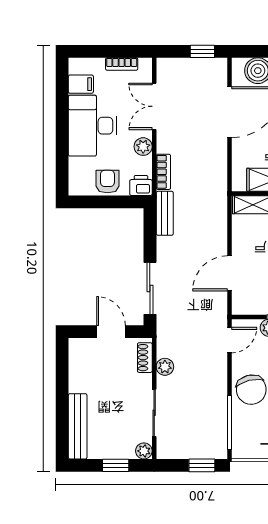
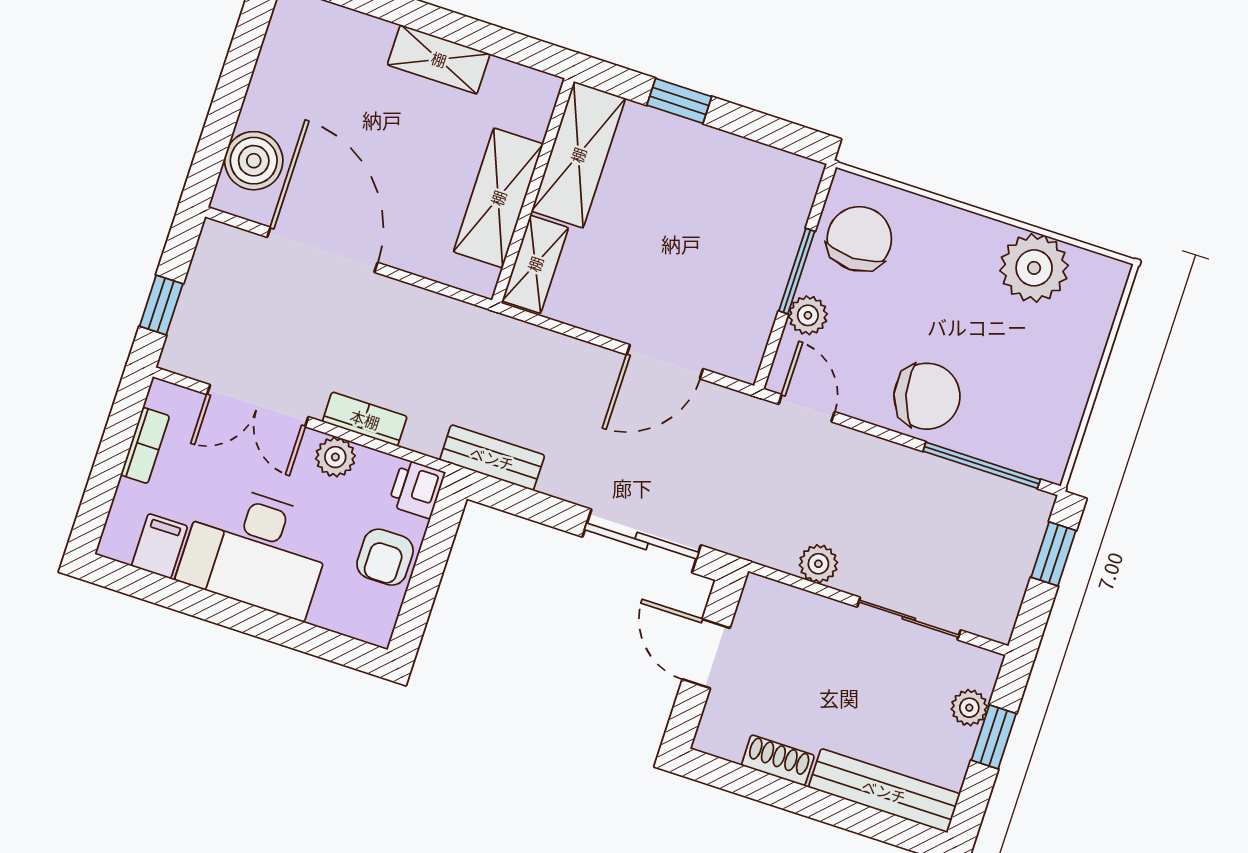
window: (202, 51) -> (161, 305), moved
bookcase: (163, 172) -> (365, 419), moved
armchair: (107, 182) -> (385, 557), turned -90
door: (229, 273) -> (665, 362), hinge flipped
door: (111, 332) -> (706, 654), hinge flipped
shoe rack: (145, 358) -> (778, 760), moved, turned 180
plant: (144, 451) -> (969, 708), moved

